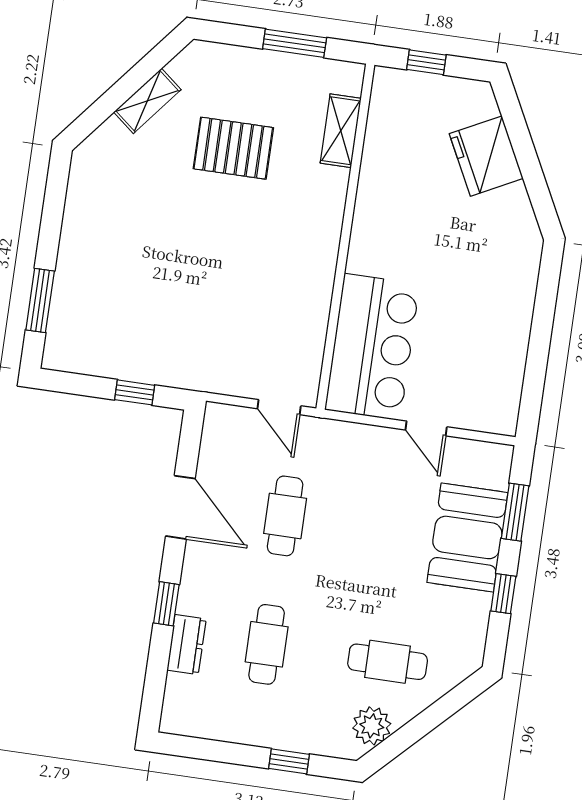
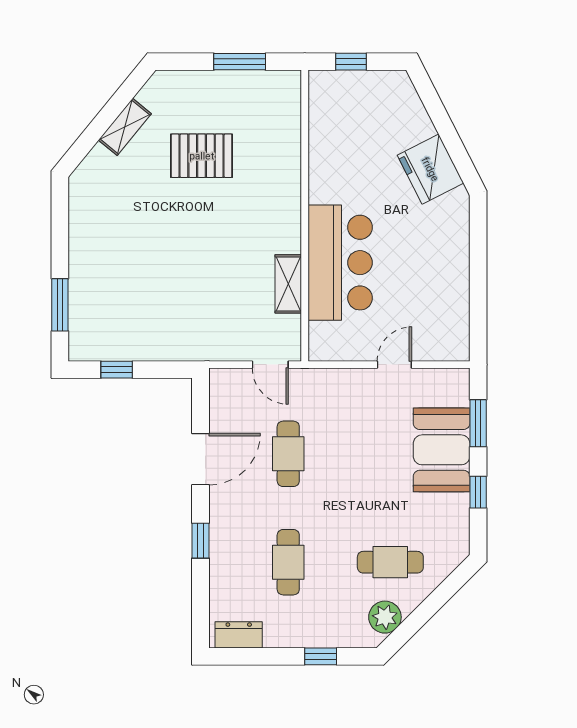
shelving: (341, 131) -> (288, 284), moved
fridge: (486, 156) -> (430, 169), moved
bar counter: (372, 347) -> (340, 263), moved
window: (135, 392) -> (117, 370), moved
door: (426, 428) -> (394, 365), swing flipped
door: (180, 507) -> (201, 459), hinge flipped
dresser: (187, 645) -> (239, 635), moved, turned -90

